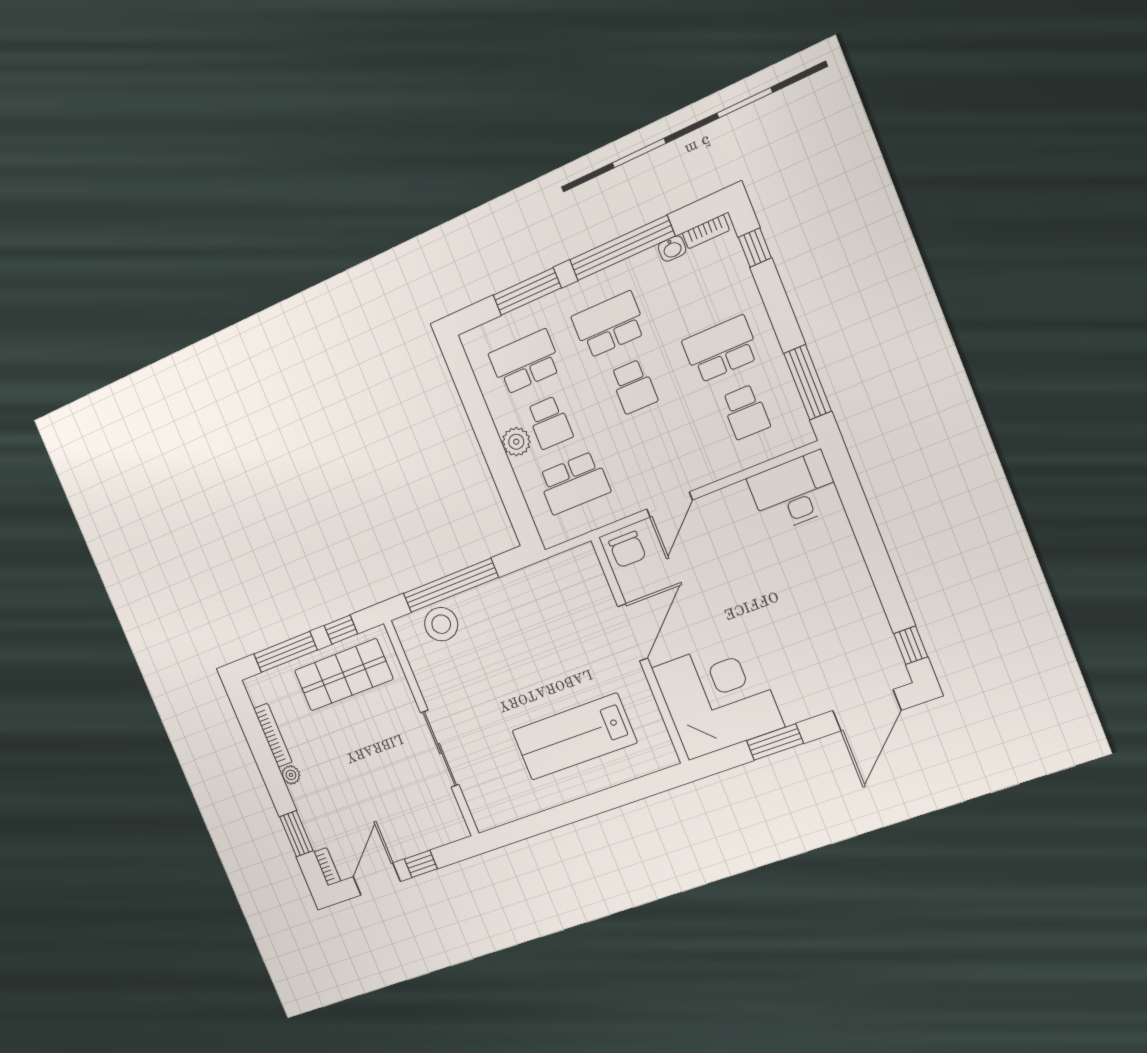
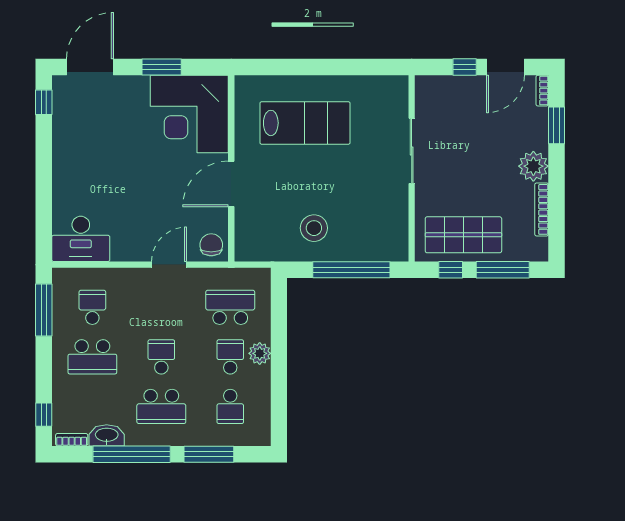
washbasin: (672, 249) -> (107, 435), width x1.91, depth x1.45
school desk: (525, 362) -> (230, 406), width x0.54
stool: (441, 624) -> (314, 228), moved
plant: (291, 775) -> (533, 166), width x1.88, depth x1.88

